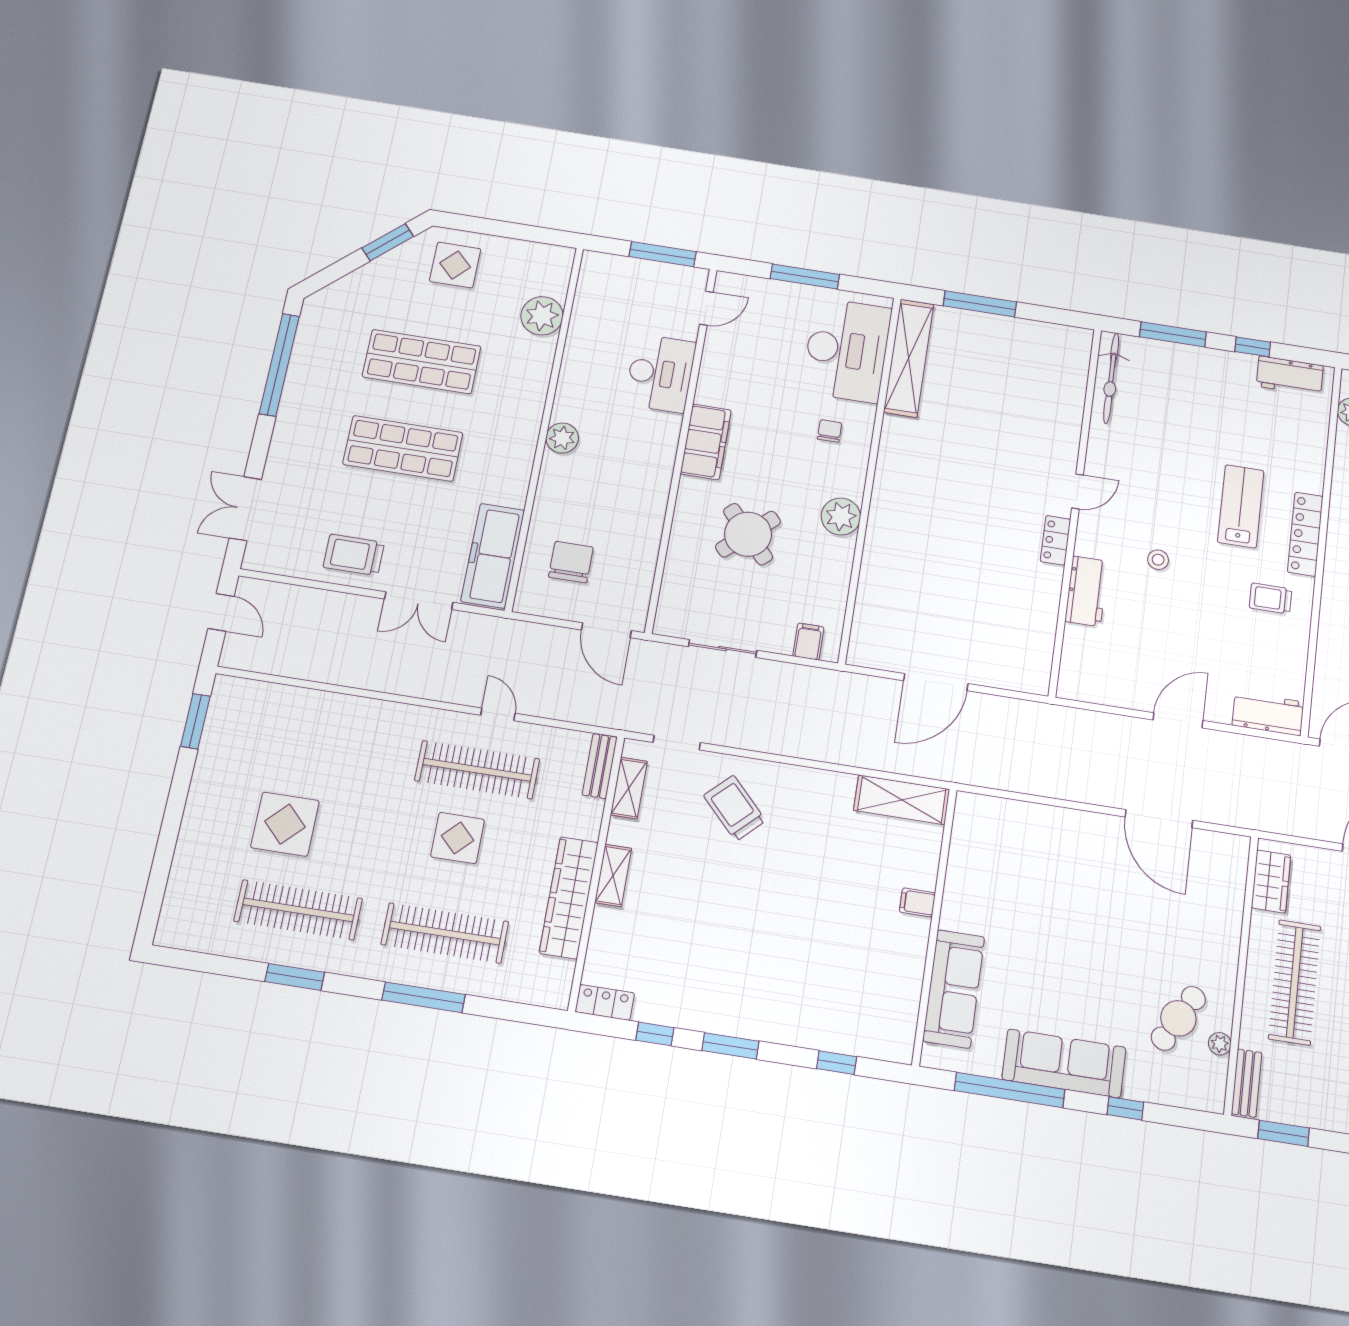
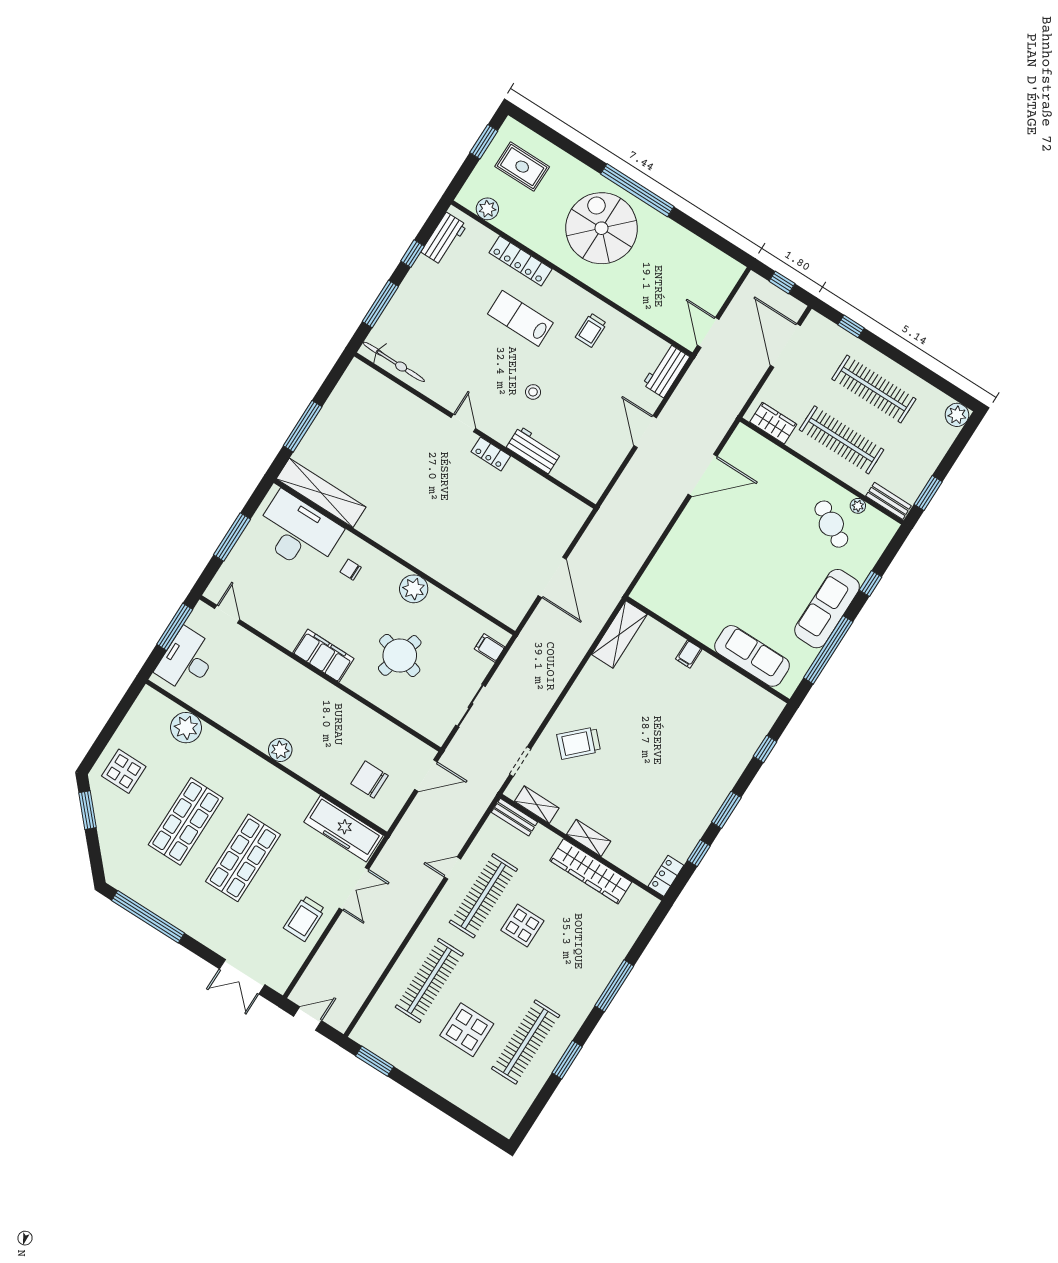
desk: (660, 373) -> (187, 660), moved, turned -90
round table: (748, 534) -> (400, 655), turned -33
locker: (1305, 534) -> (520, 261), moved
clothes rail: (445, 933) -> (429, 981), moved

